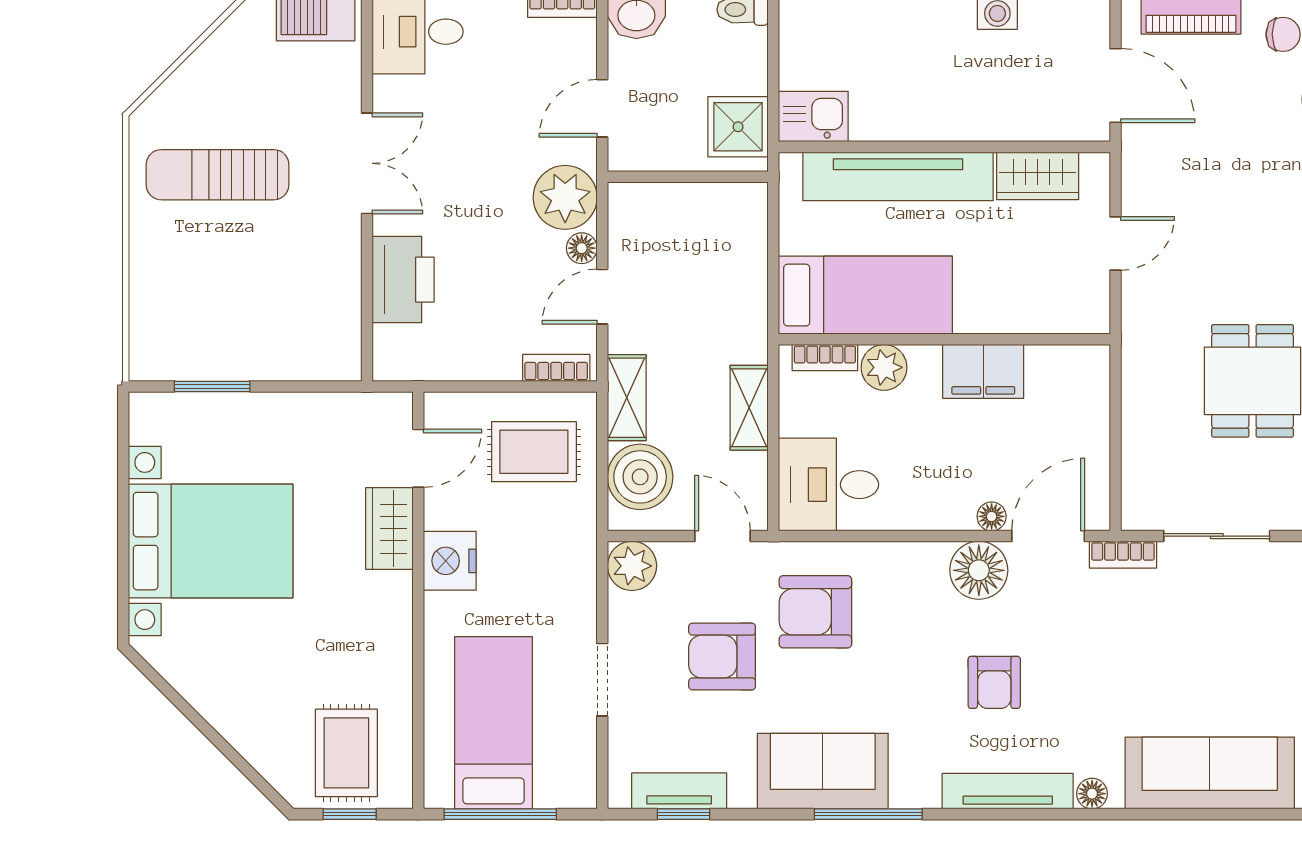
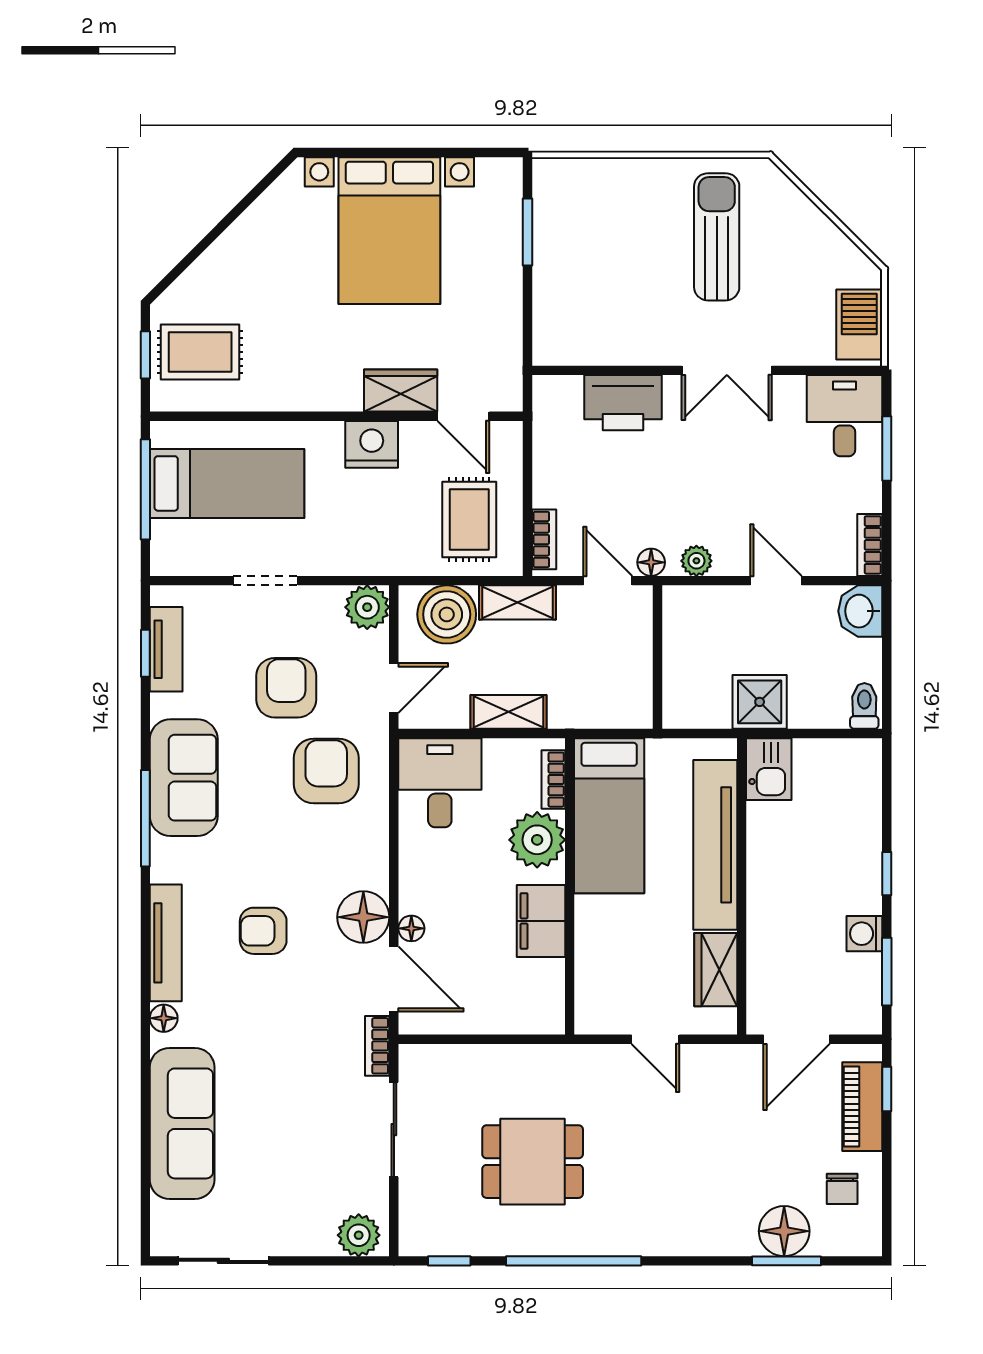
wall: (688, 177) -> (658, 657), moved
plant: (565, 197) -> (696, 561), width x0.53, depth x0.53
plant: (884, 367) -> (537, 840), width x1.36, depth x1.36

